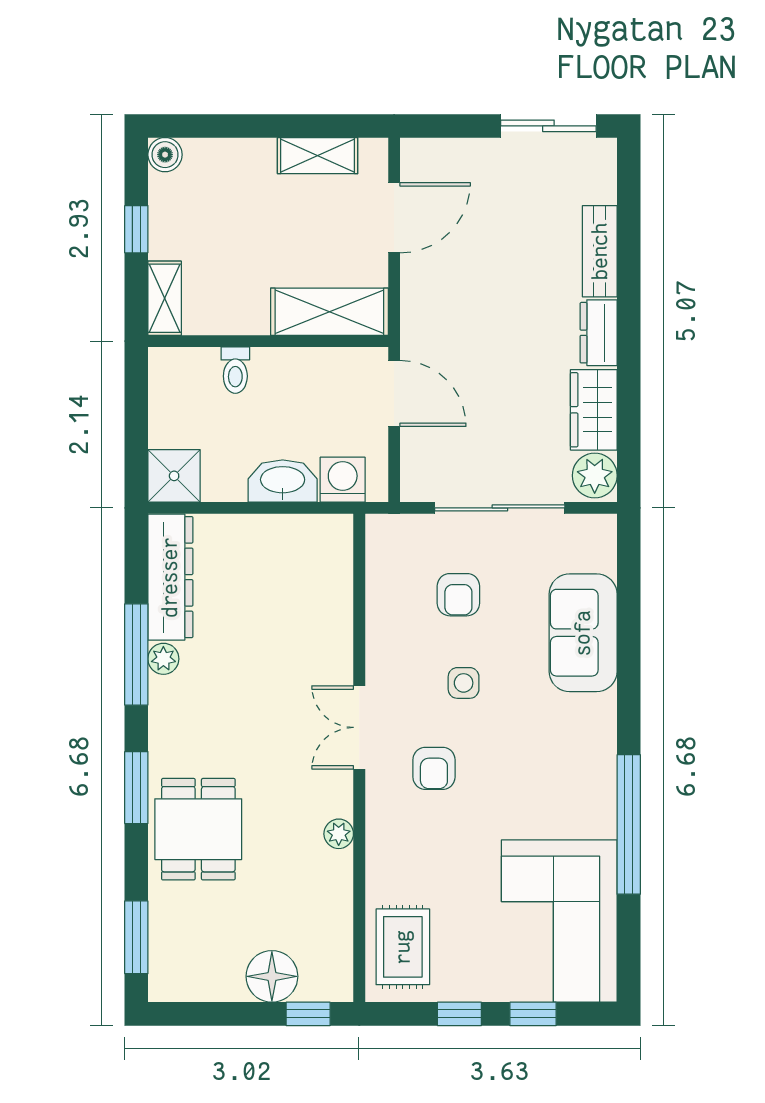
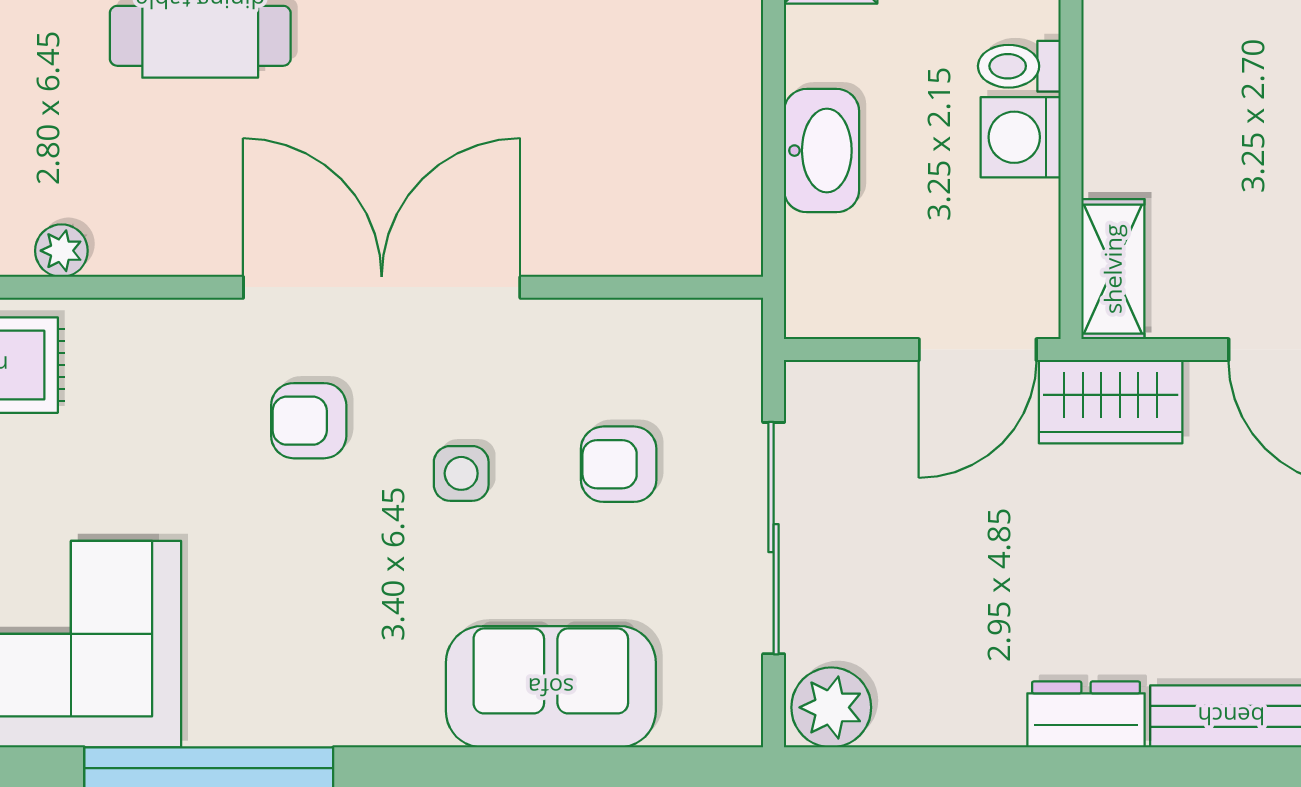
shelving: (329, 312) -> (1113, 269), width x0.67, depth x0.75
wardrobe: (594, 410) -> (1111, 402), moved, turned 180
washing machine: (343, 480) -> (1021, 137), moved, turned 180
double door: (359, 727) -> (382, 287), width x1.87
plant: (339, 834) -> (61, 251), moved

